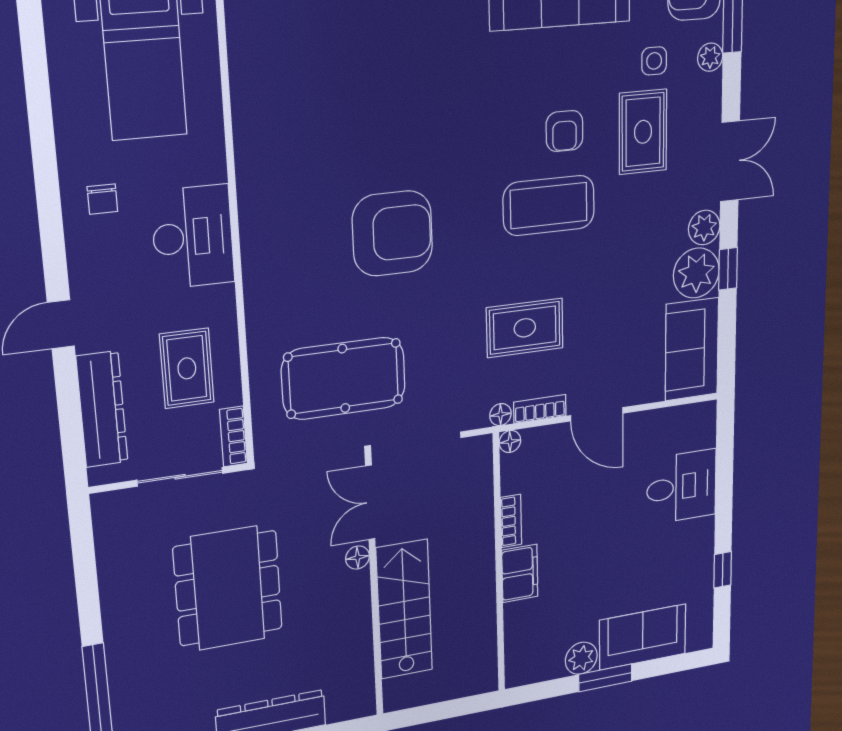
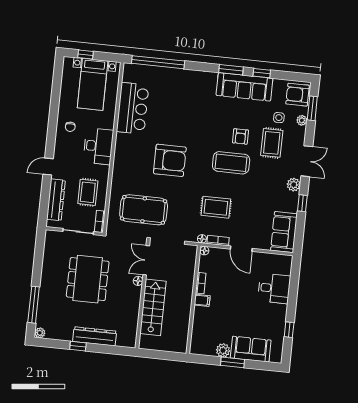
bar counter: (270, 111) -> (133, 108), added
plant: (696, 273) -> (289, 202), removed
filing cabinet: (520, 573) -> (202, 300), width x0.50

